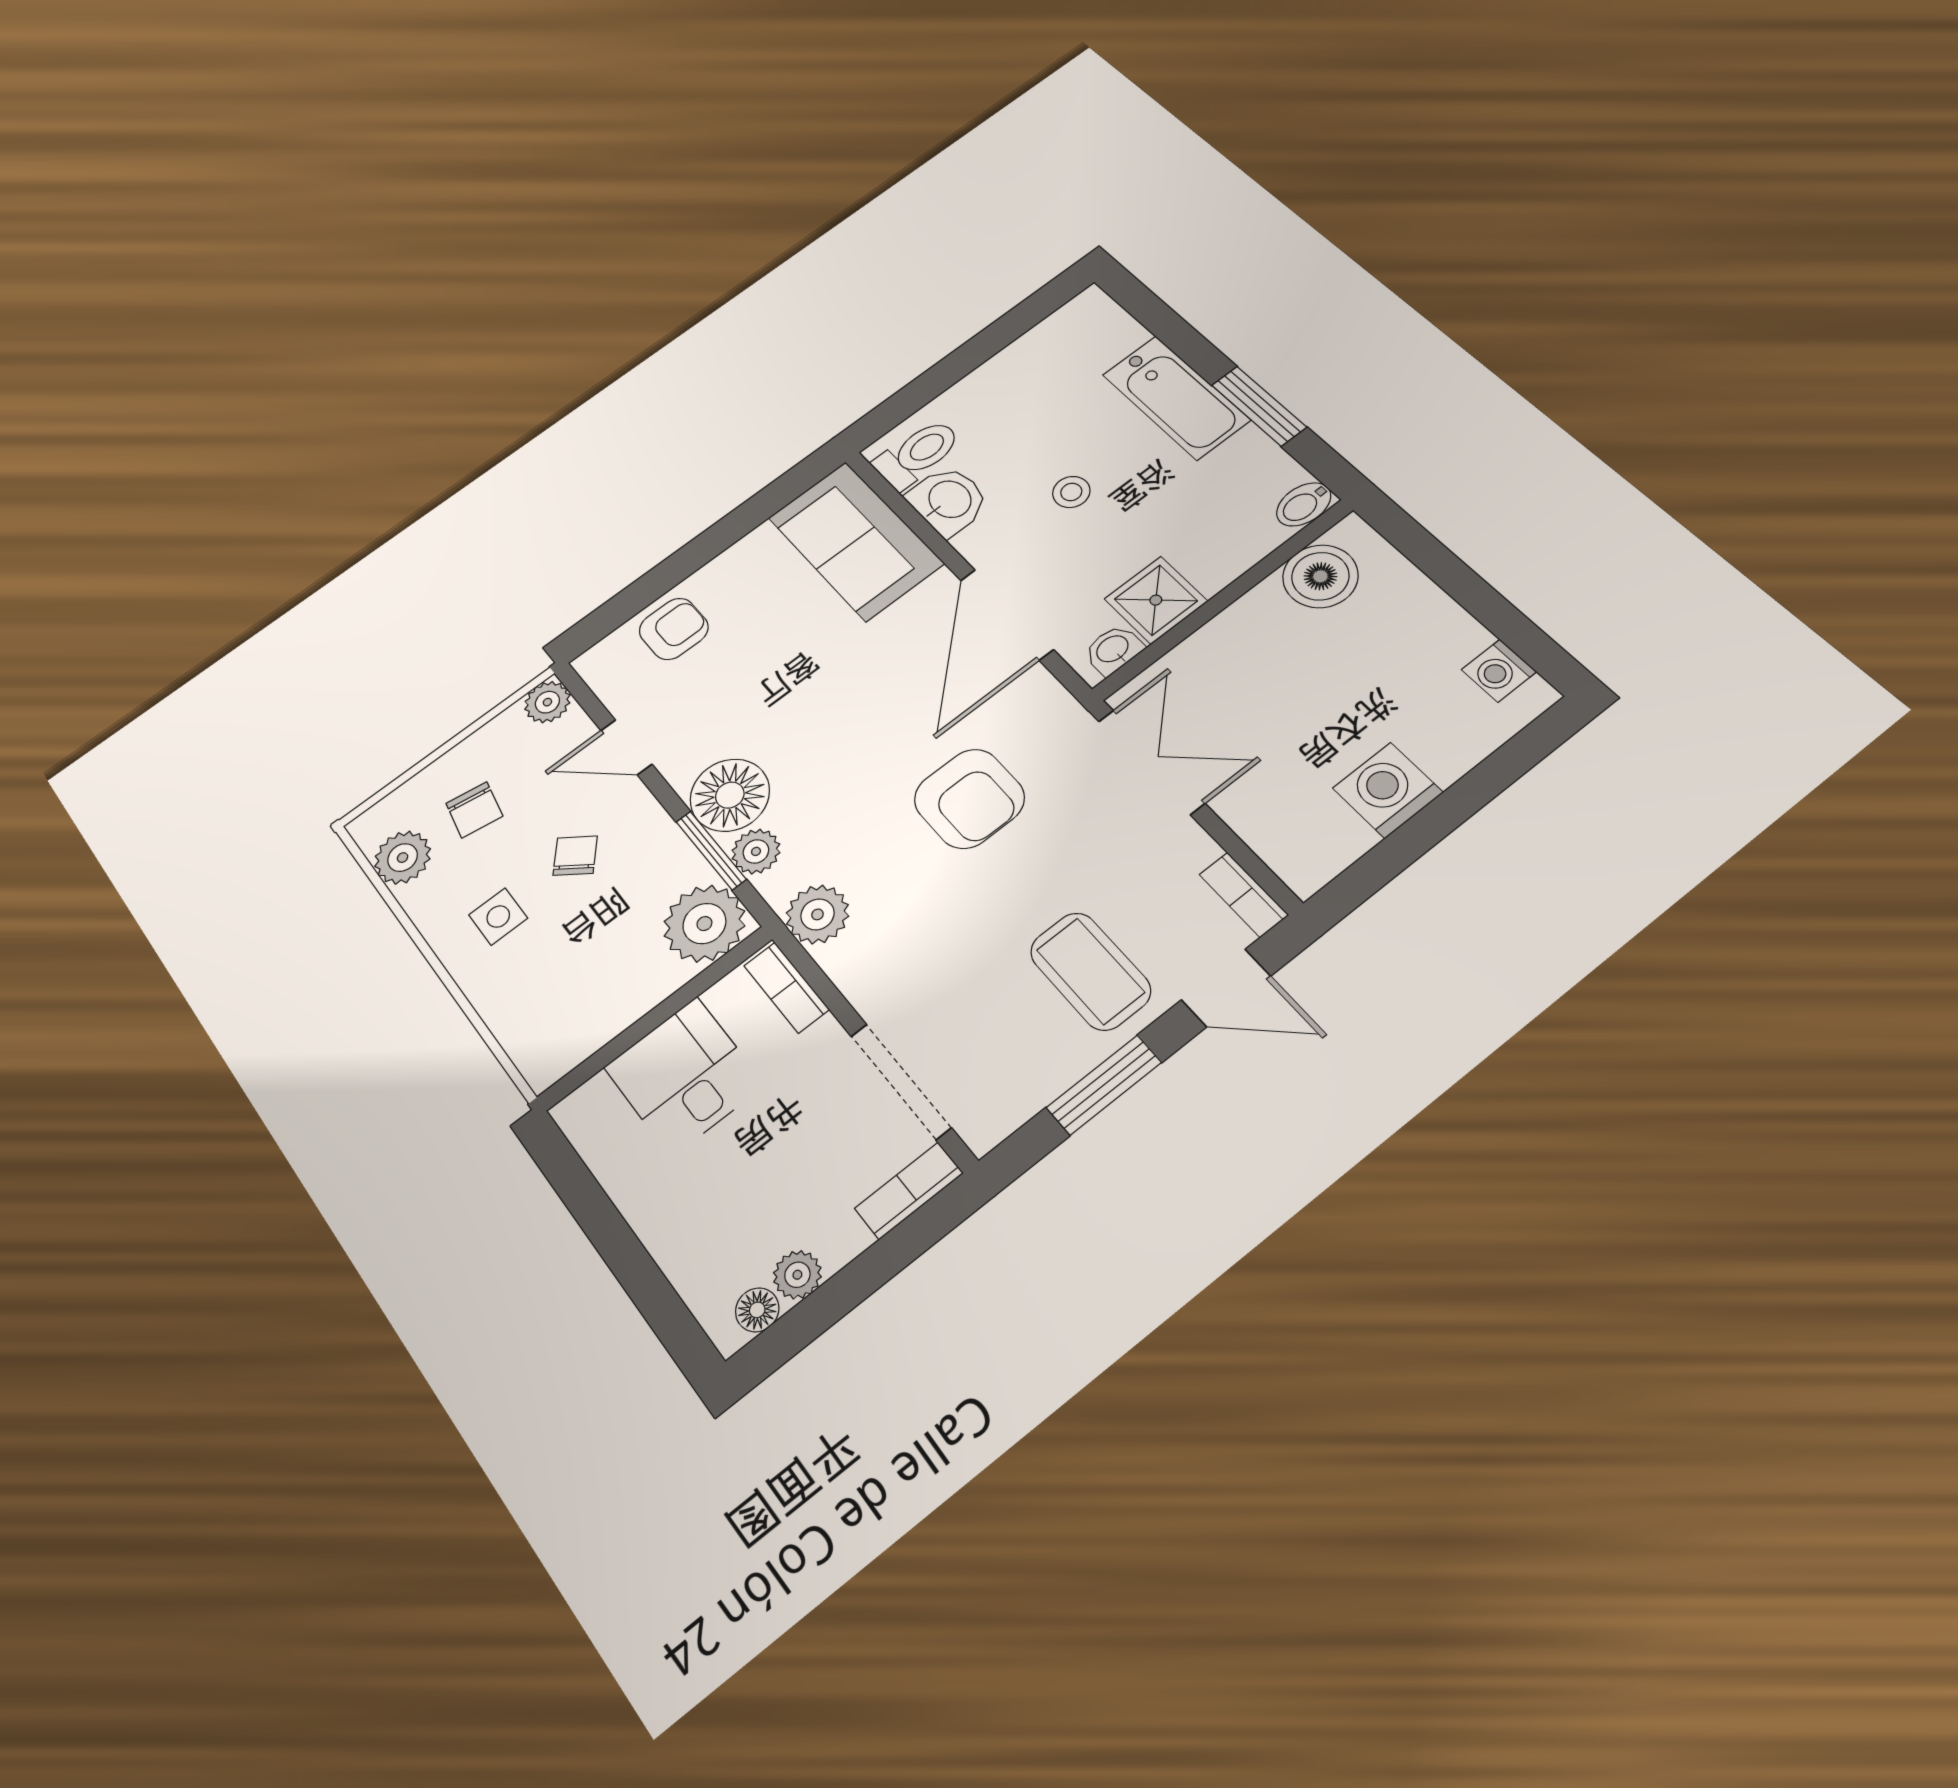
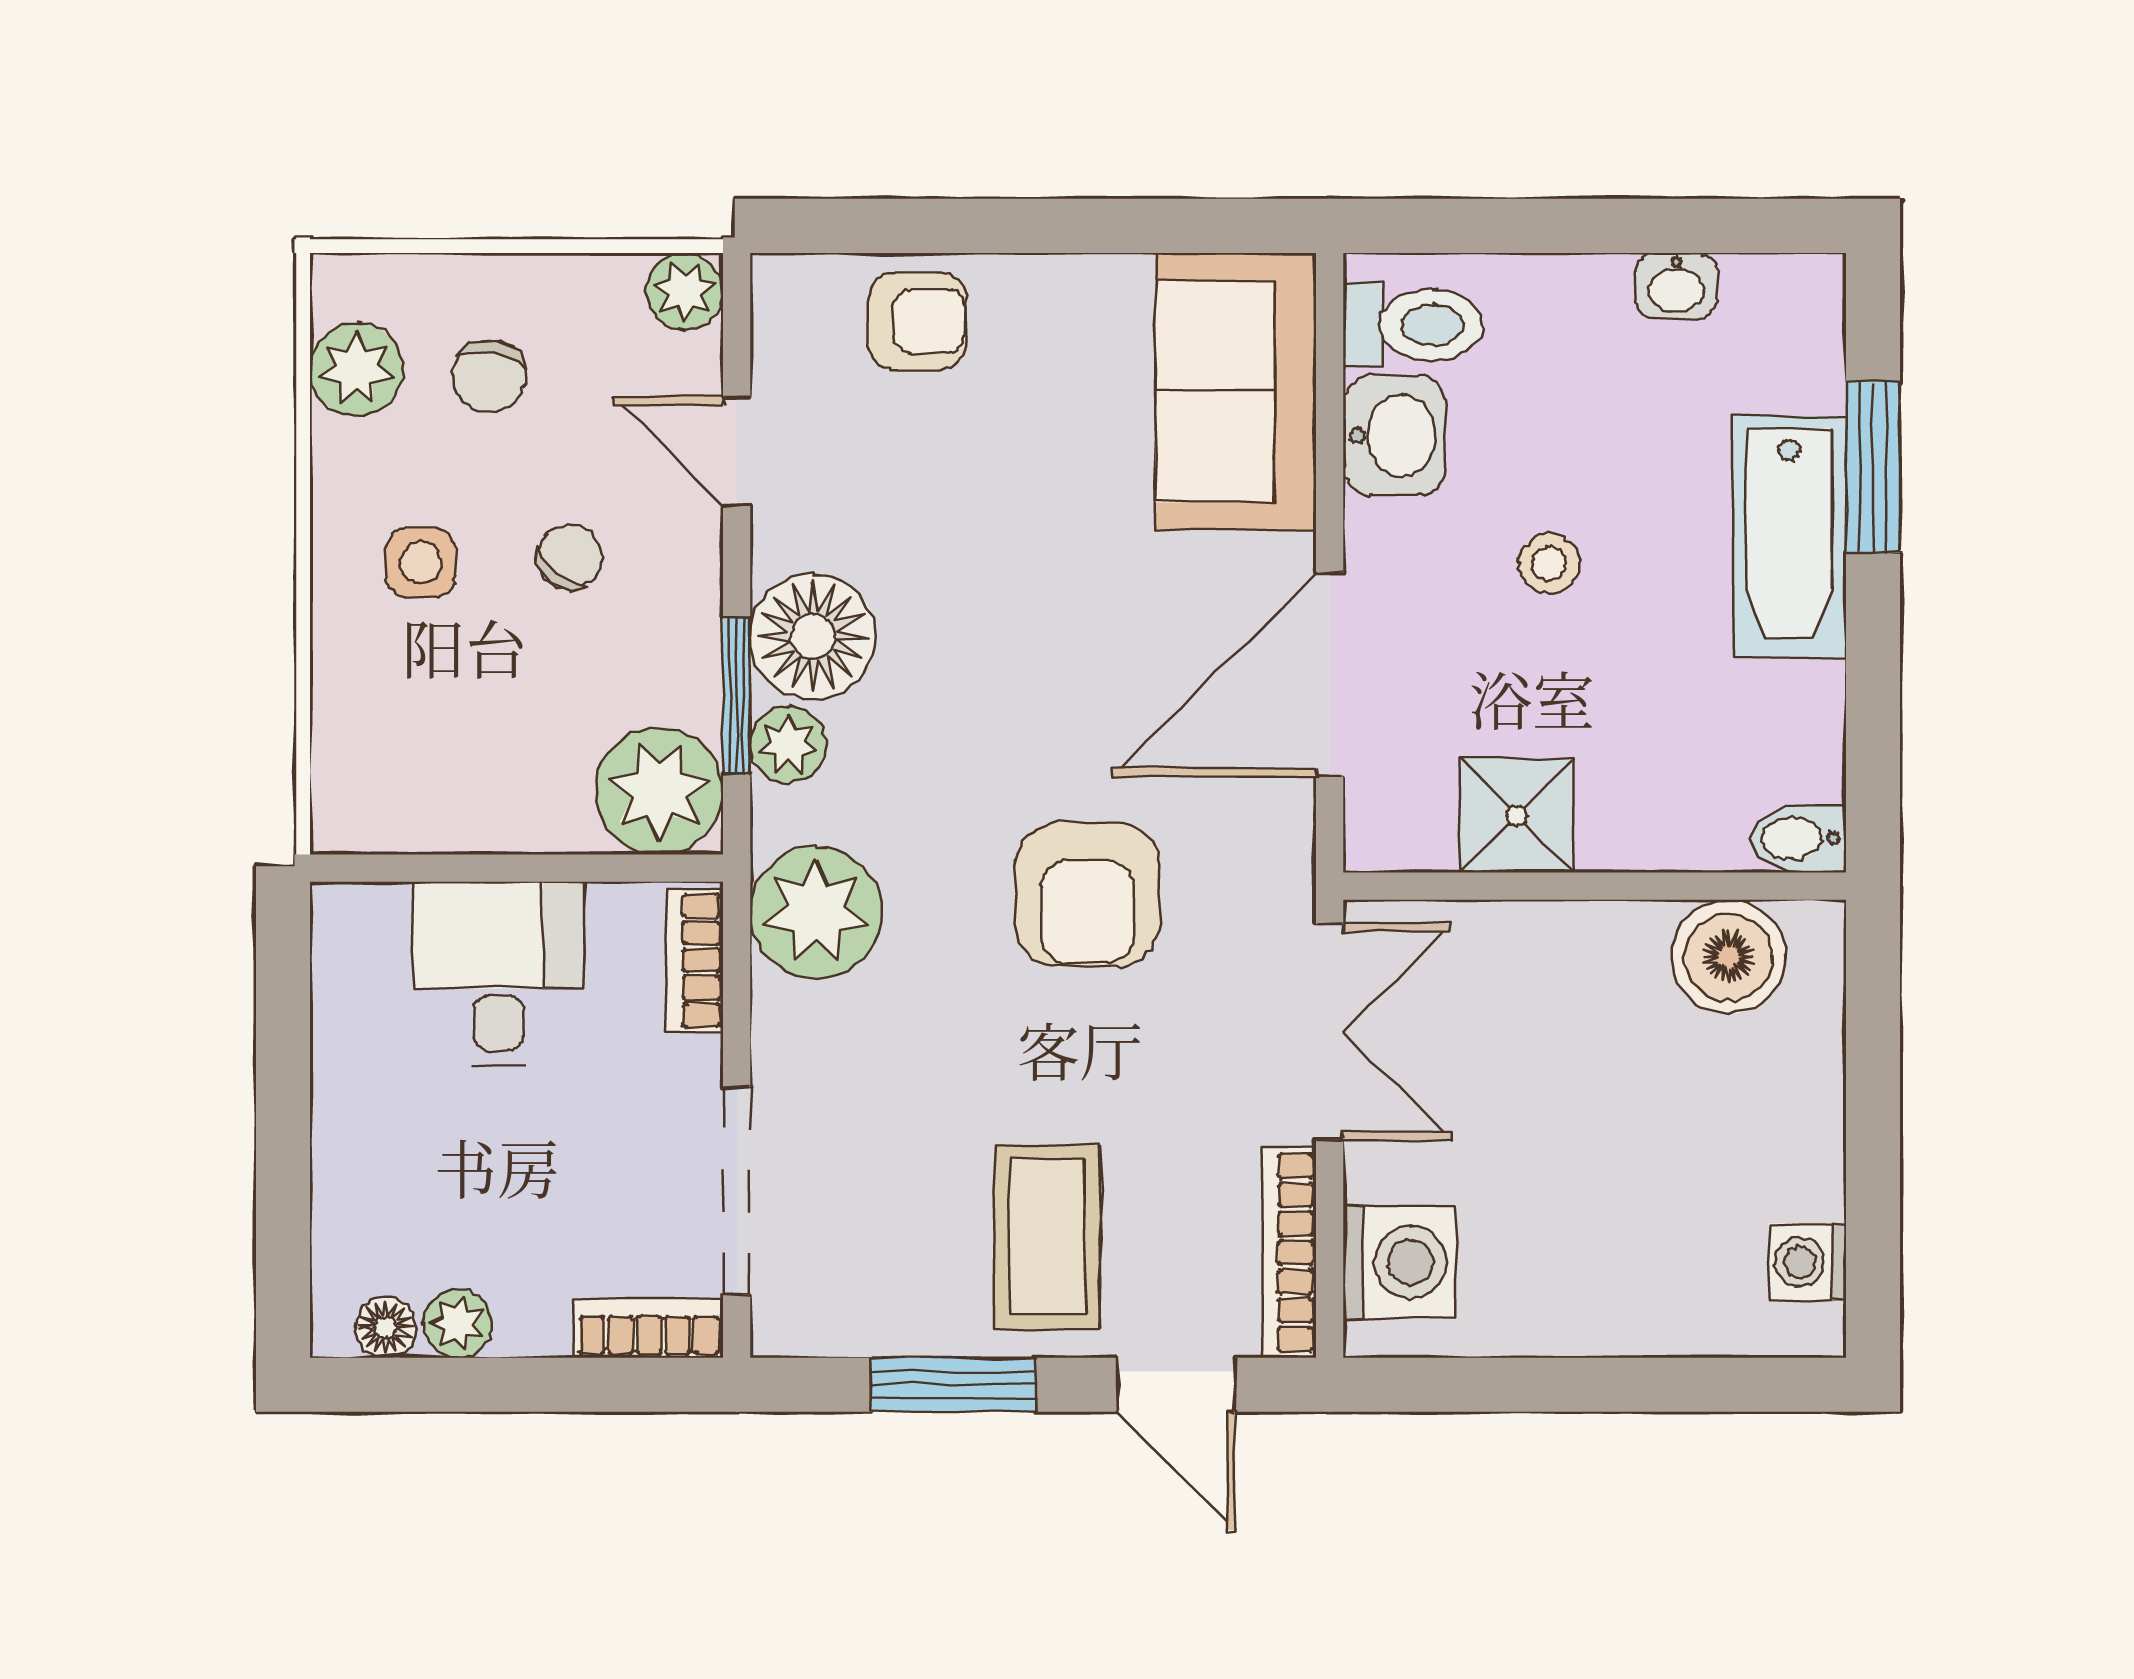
window: (1259, 406) -> (1873, 467), moved
washbasin: (1113, 650) -> (1676, 286), moved, turned 180
washing machine: (1388, 790) -> (1399, 1262), moved, turned 90
bookcase: (1244, 895) -> (1289, 1253), width x1.56
plant: (817, 914) -> (816, 913), width x1.36, depth x1.36

